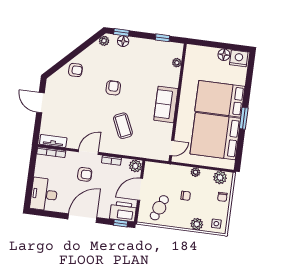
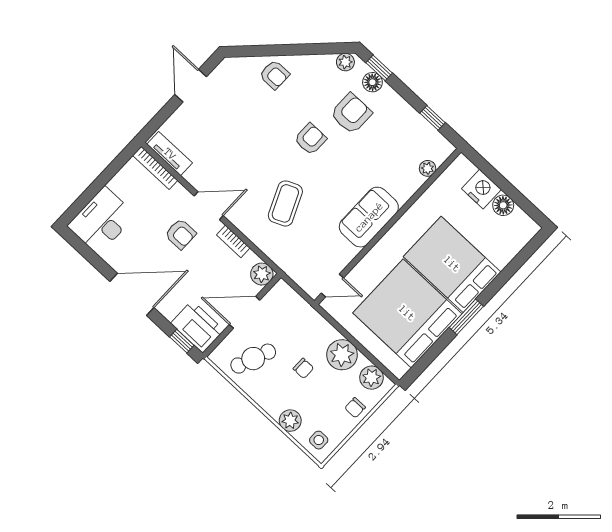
nightstand: (239, 58) -> (481, 189), moved
armchair: (124, 63) -> (351, 113), added
plant: (195, 172) -> (342, 355), width x1.87, depth x1.87

